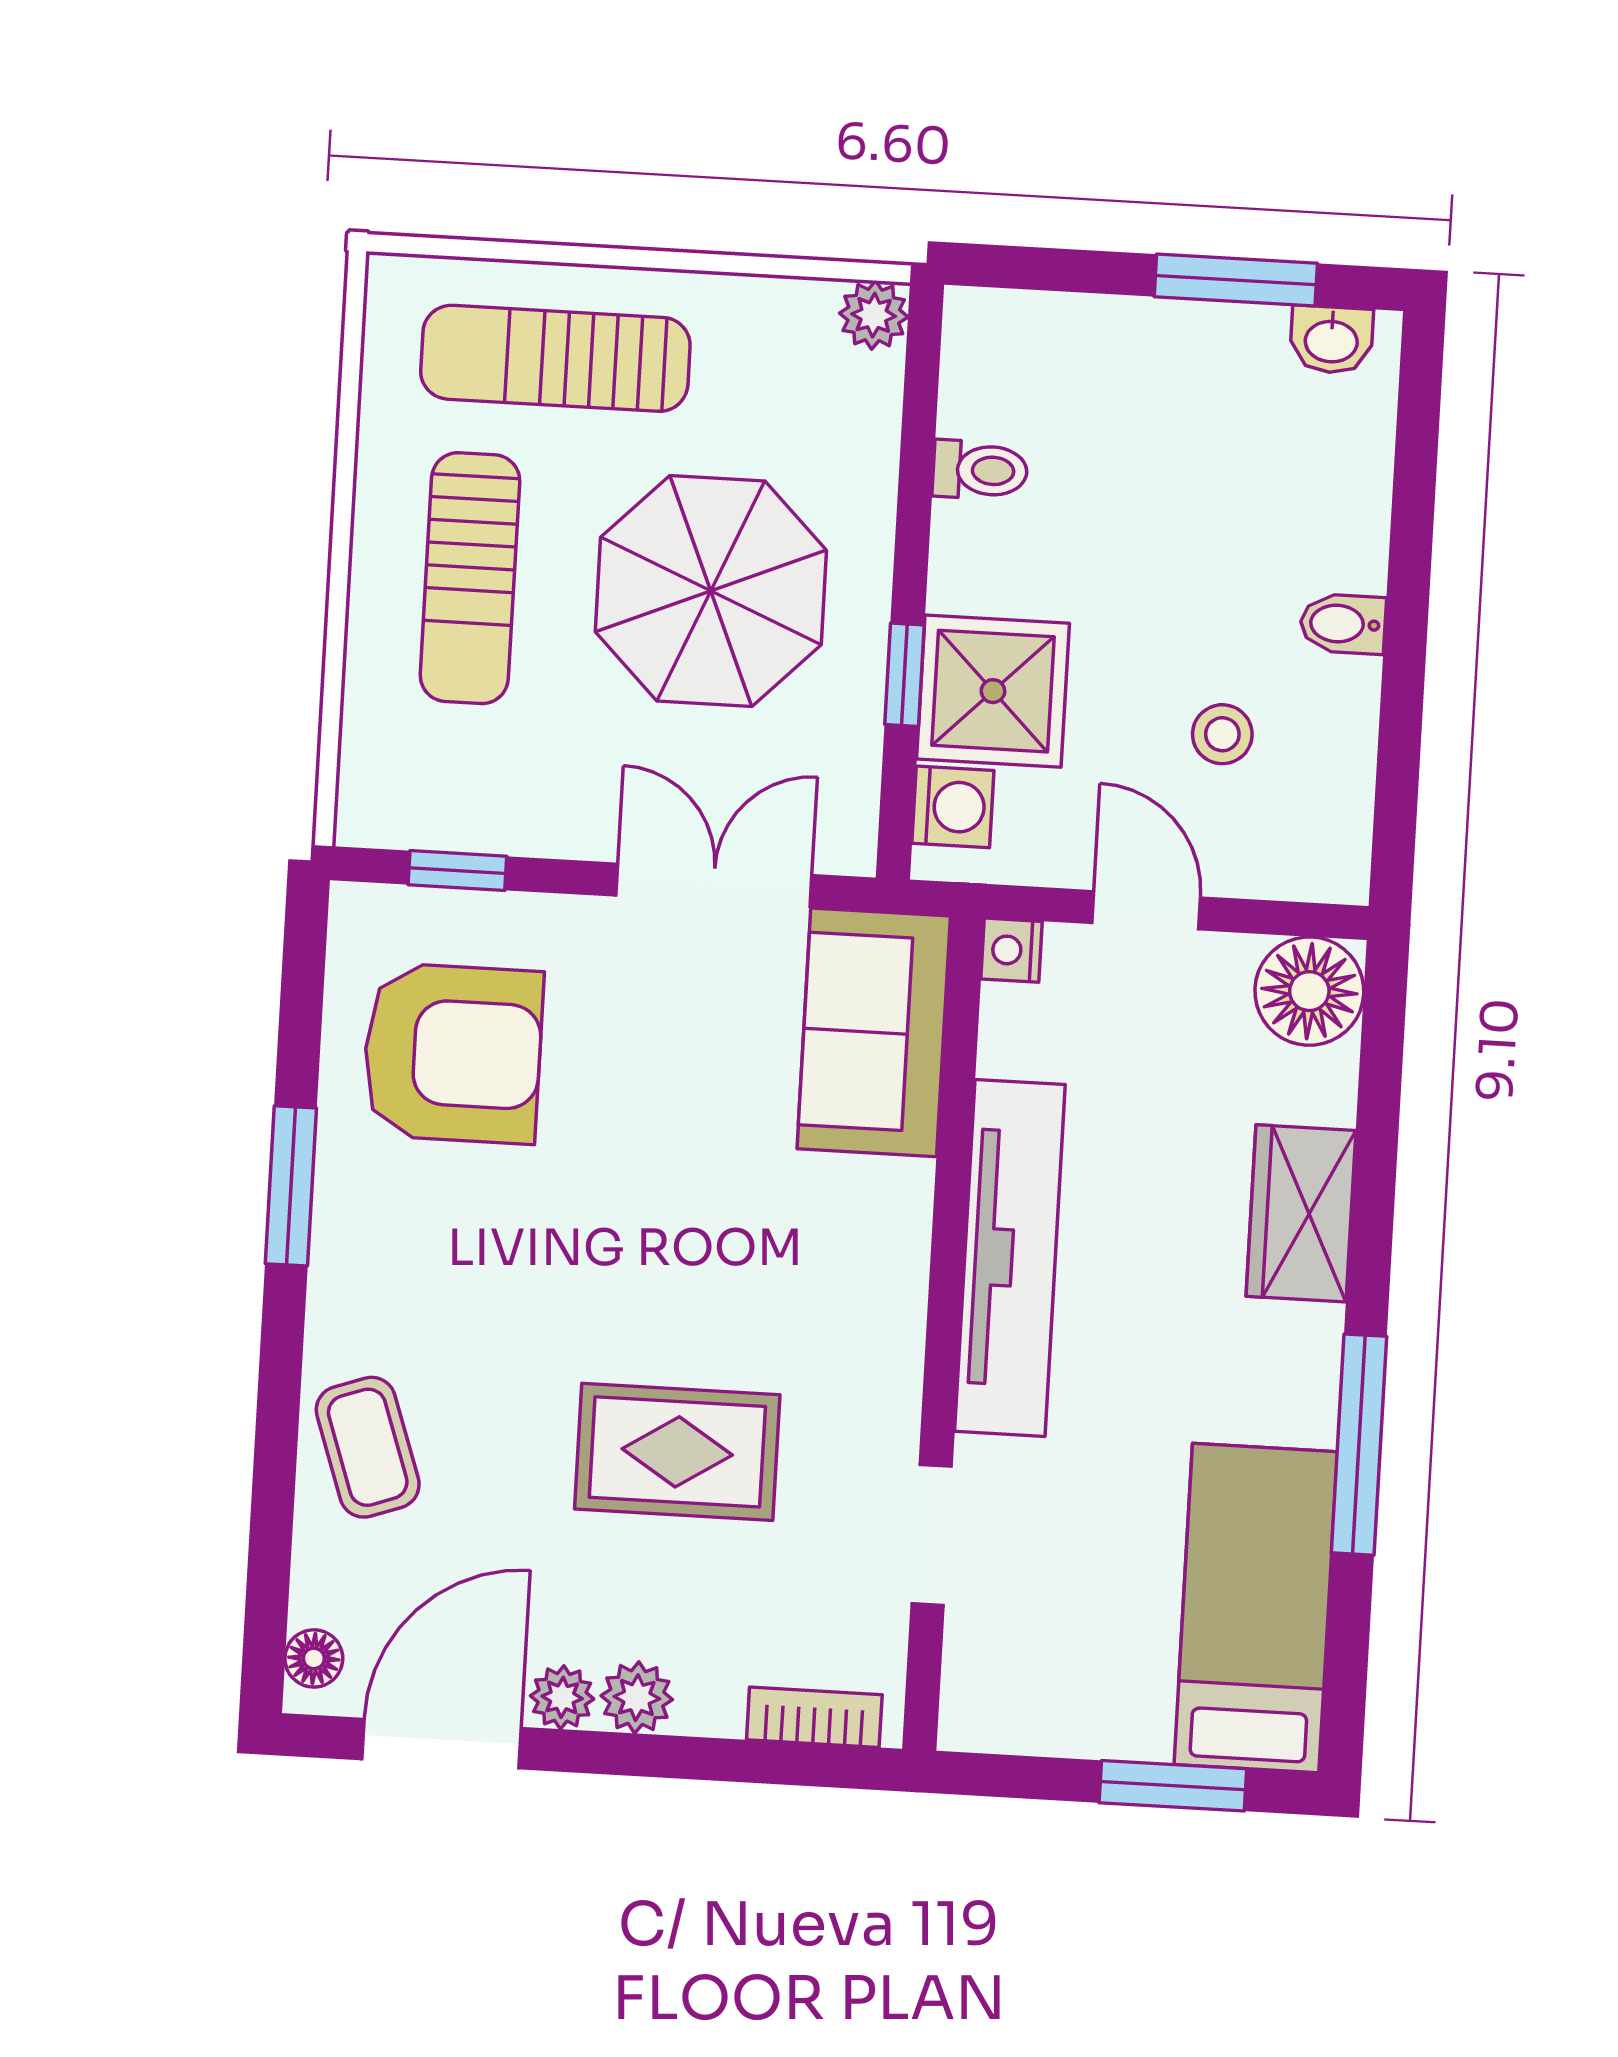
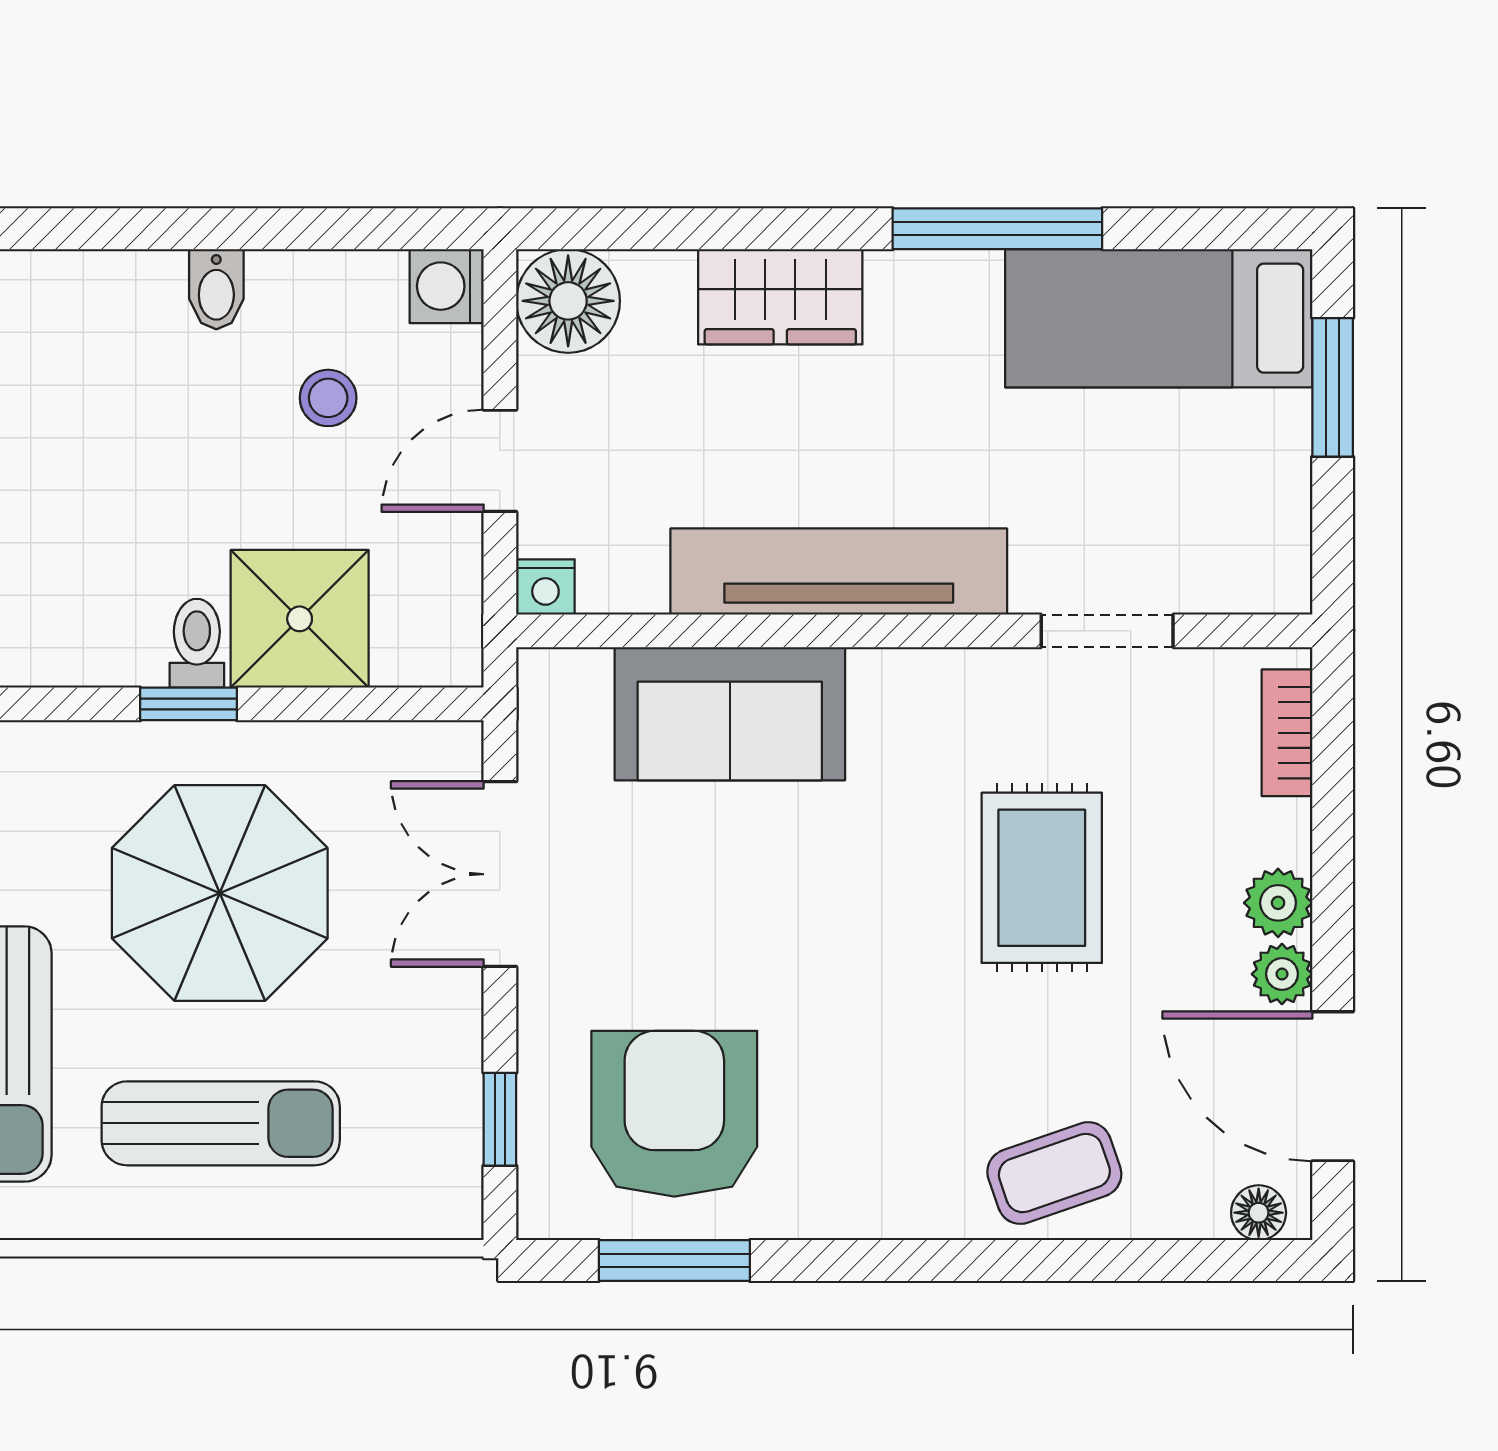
toilet: (980, 470) -> (197, 643), moved
window: (905, 675) -> (188, 704), moved
washing machine: (953, 807) -> (447, 286), moved, turned -90
sofa: (874, 1032) -> (730, 714), moved
window: (291, 1186) -> (674, 1261), moved

